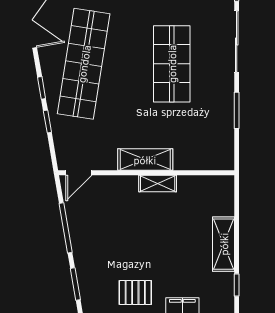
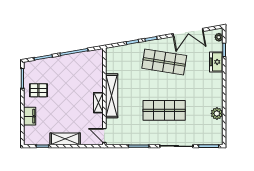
shop shelf: (84, 64) -> (164, 62), width x0.71
shelving: (145, 160) -> (112, 96), width x1.47
door: (79, 173) -> (104, 135), moved
pallet: (135, 293) -> (38, 90), turned 90

